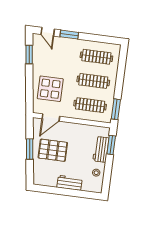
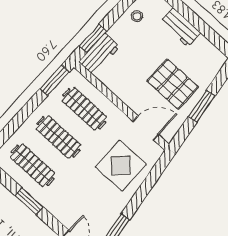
window: (69, 35) -> (29, 201), moved
workbench: (101, 149) -> (99, 54), moved

